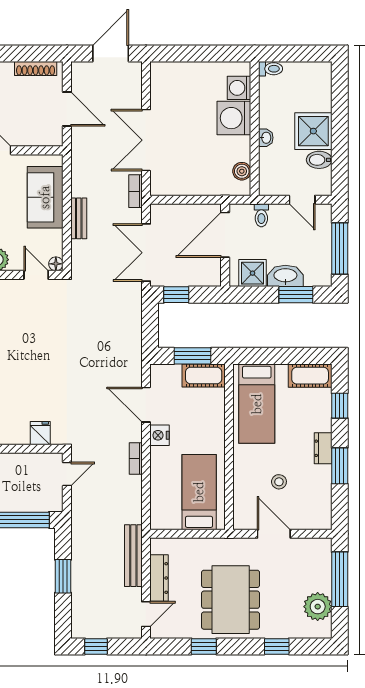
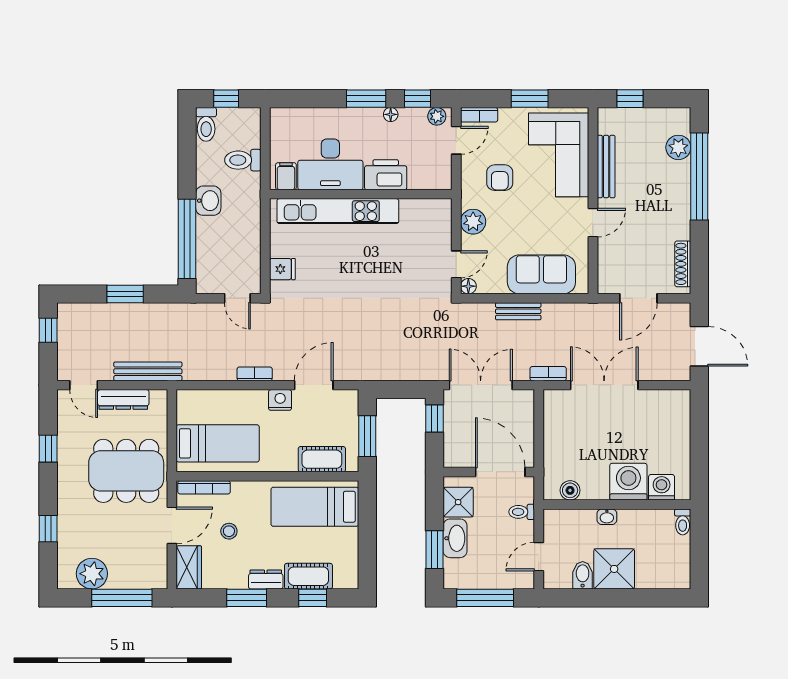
cot: (204, 375) -> (322, 459), moved, turned 90
cot: (310, 376) -> (308, 576), moved, turned 90
bookcase: (239, 504) -> (204, 487), added
wardrobe: (312, 518) -> (189, 567), added
dining table: (231, 600) -> (126, 471), moved

